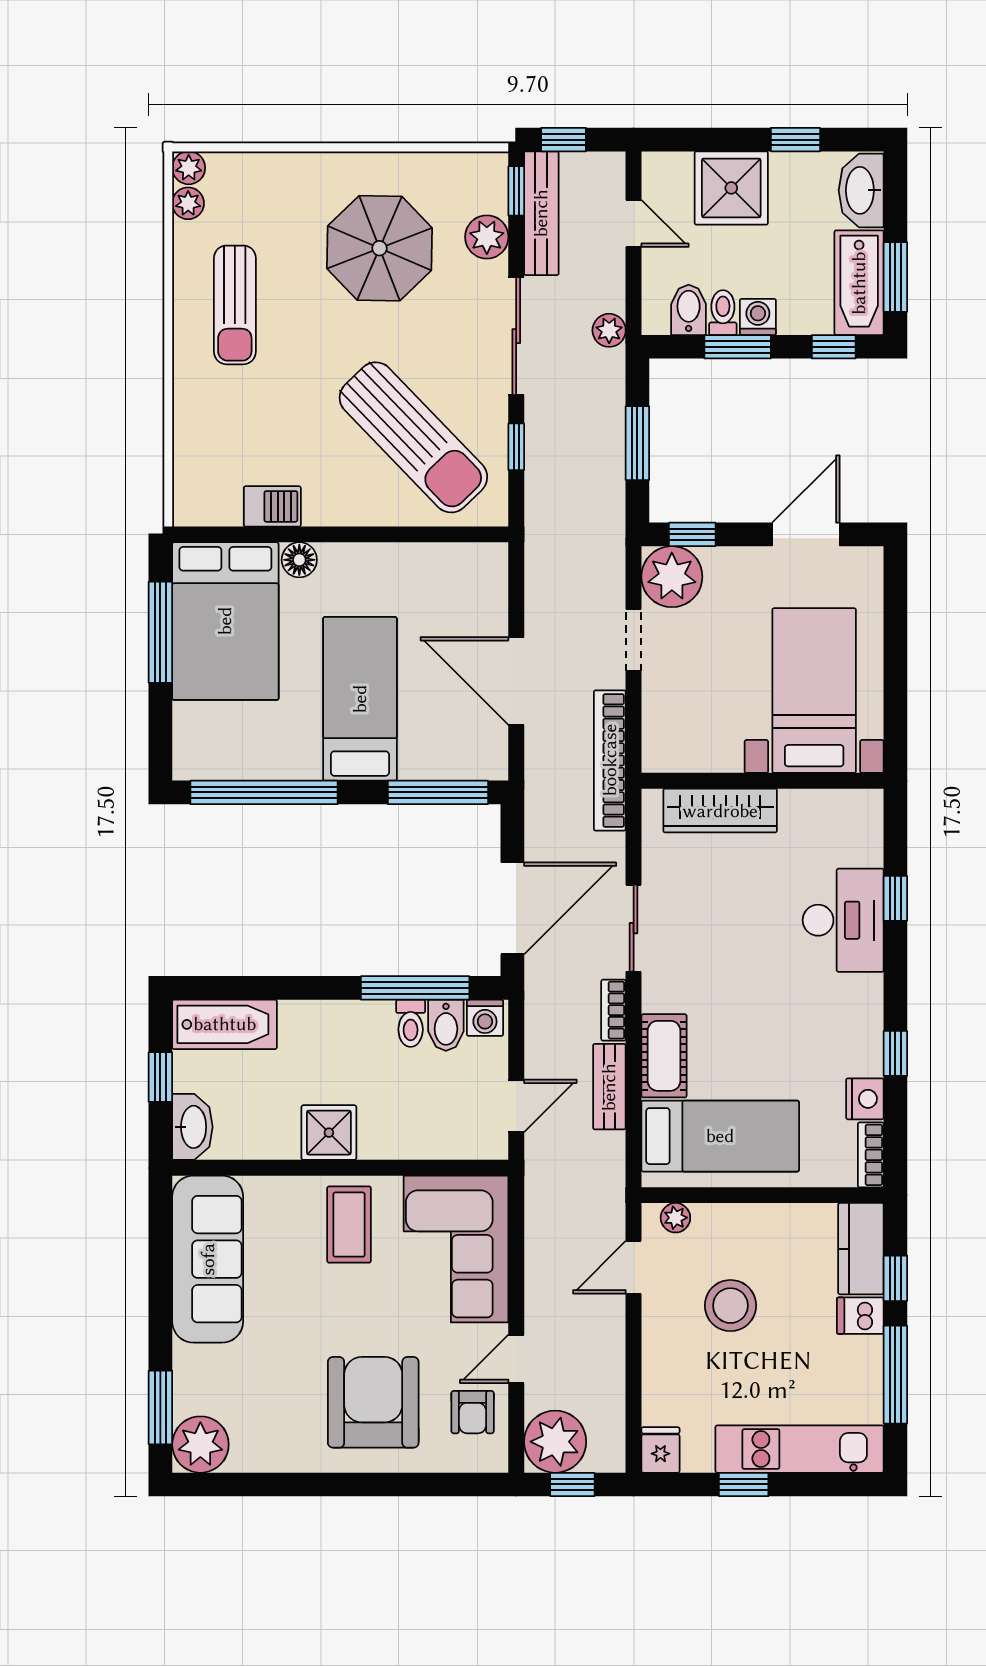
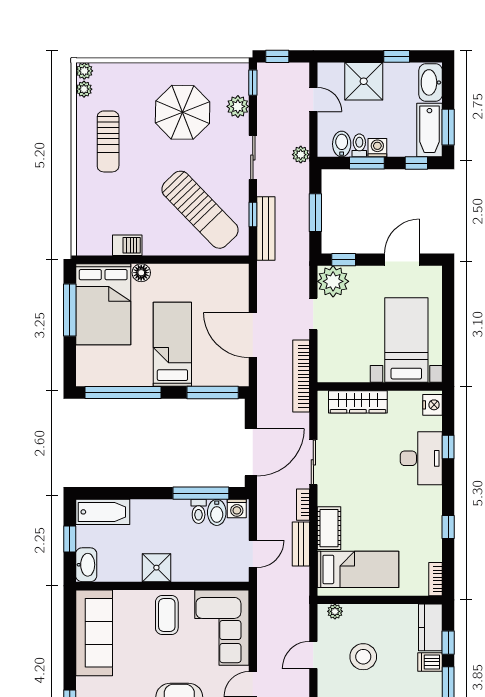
bench: (541, 213) -> (266, 228), moved
sliding door: (516, 336) -> (253, 158), width x0.73
nightstand: (865, 1099) -> (432, 405), moved
door: (634, 1267) -> (313, 655), moved

